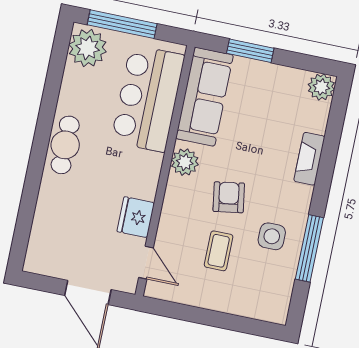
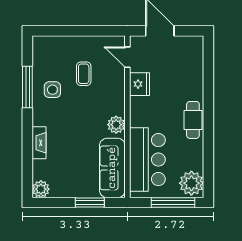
armchair: (229, 197) -> (84, 108), removed

